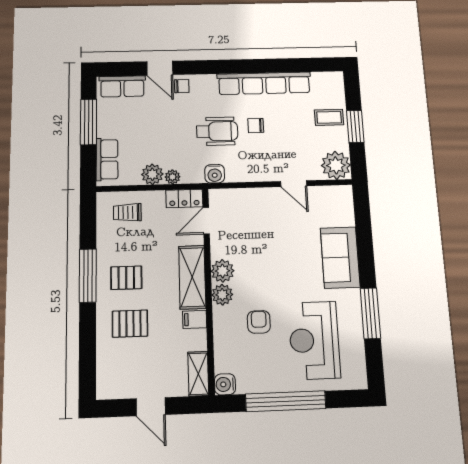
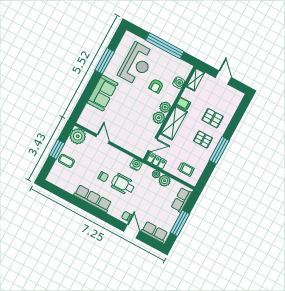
row of seats: (264, 83) -> (93, 199), width x0.73
water cooler: (225, 384) -> (179, 83), moved

